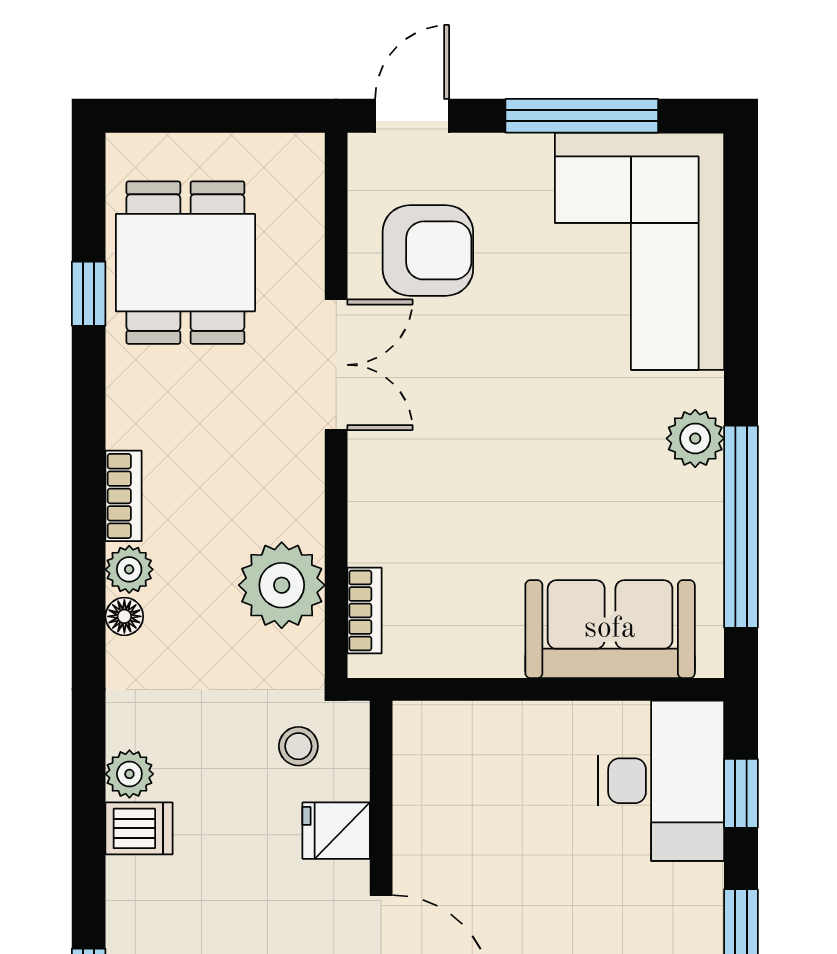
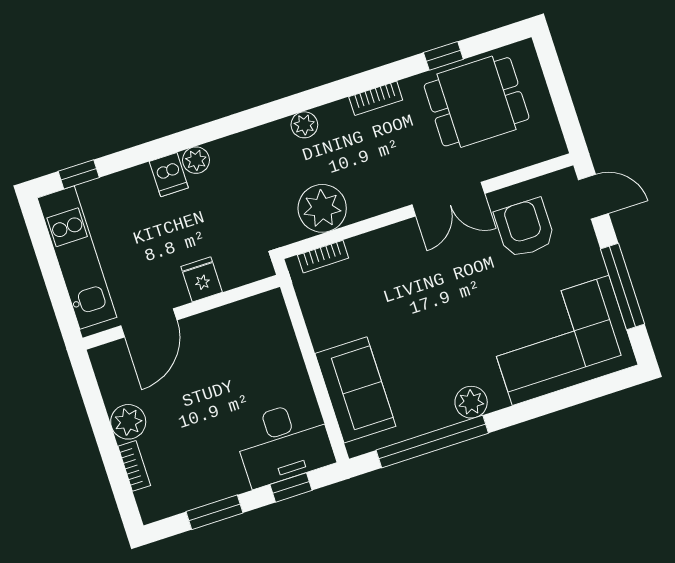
armchair: (428, 250) -> (525, 228), turned 180
bookcase: (124, 496) -> (376, 98), moved
floor lamp: (124, 616) -> (279, 130), removed
stool: (298, 746) -> (240, 245), removed

